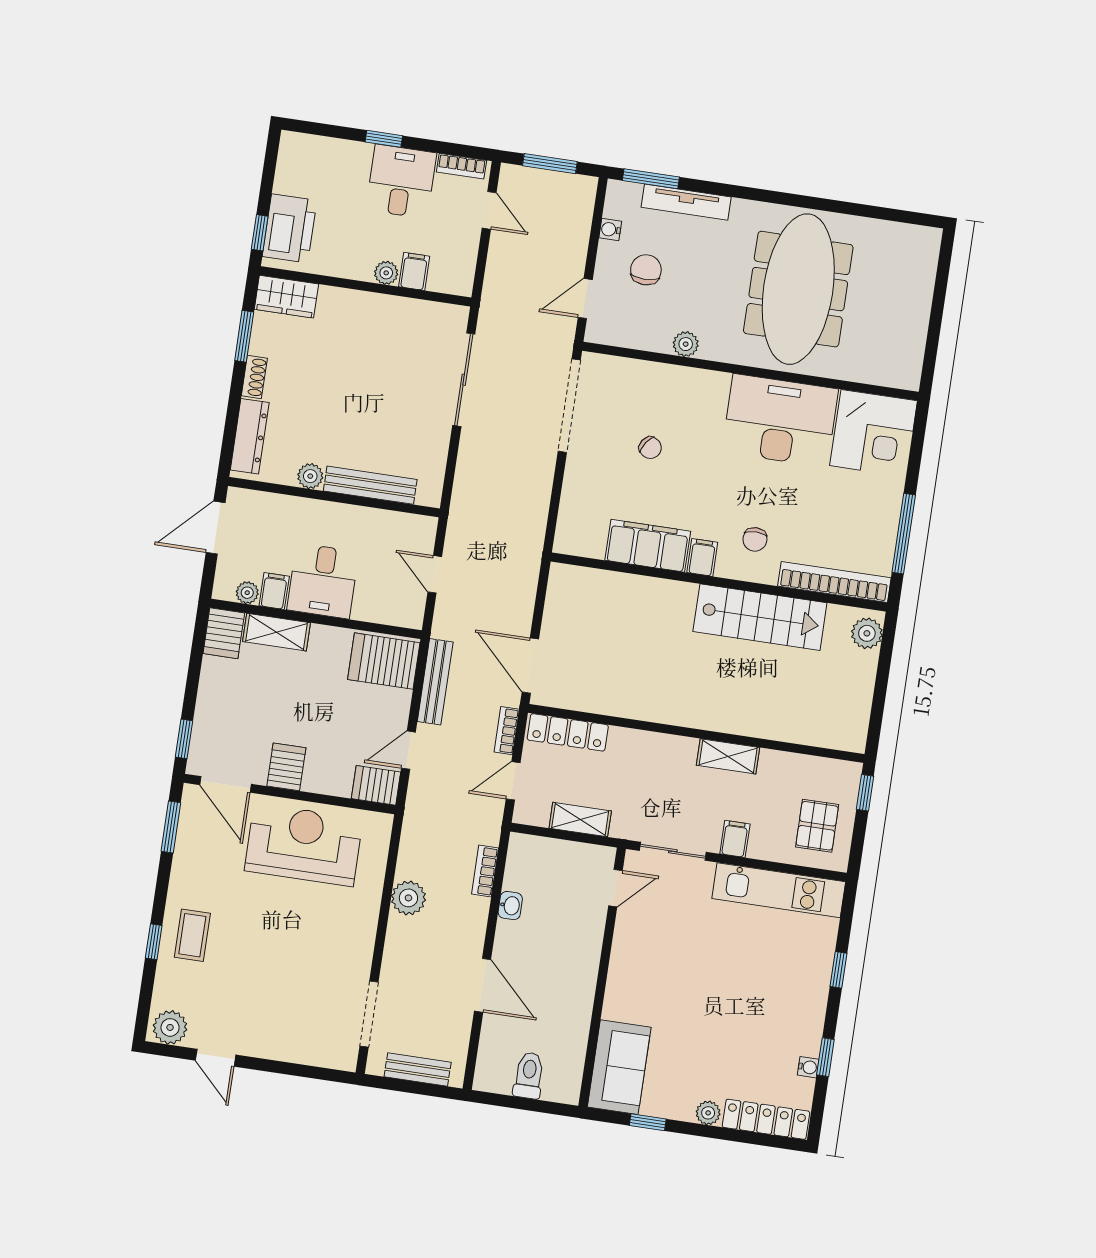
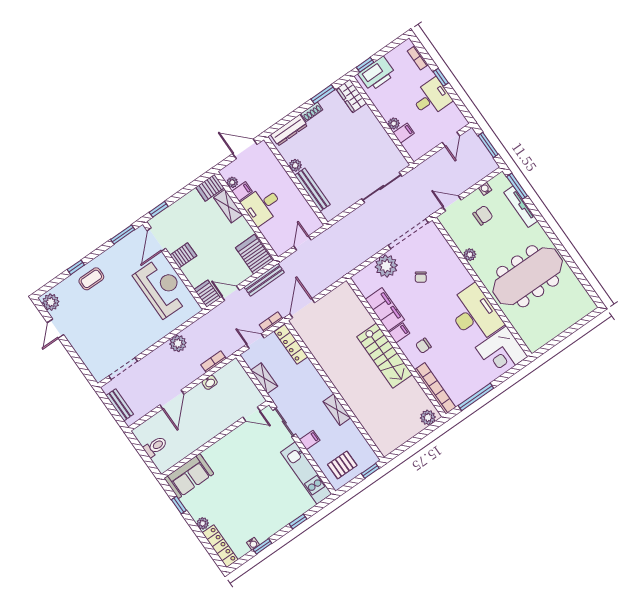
bookcase: (462, 166) -> (418, 58), moved
plant: (586, 483) -> (386, 266), added
stairs: (760, 617) -> (385, 356), moved

